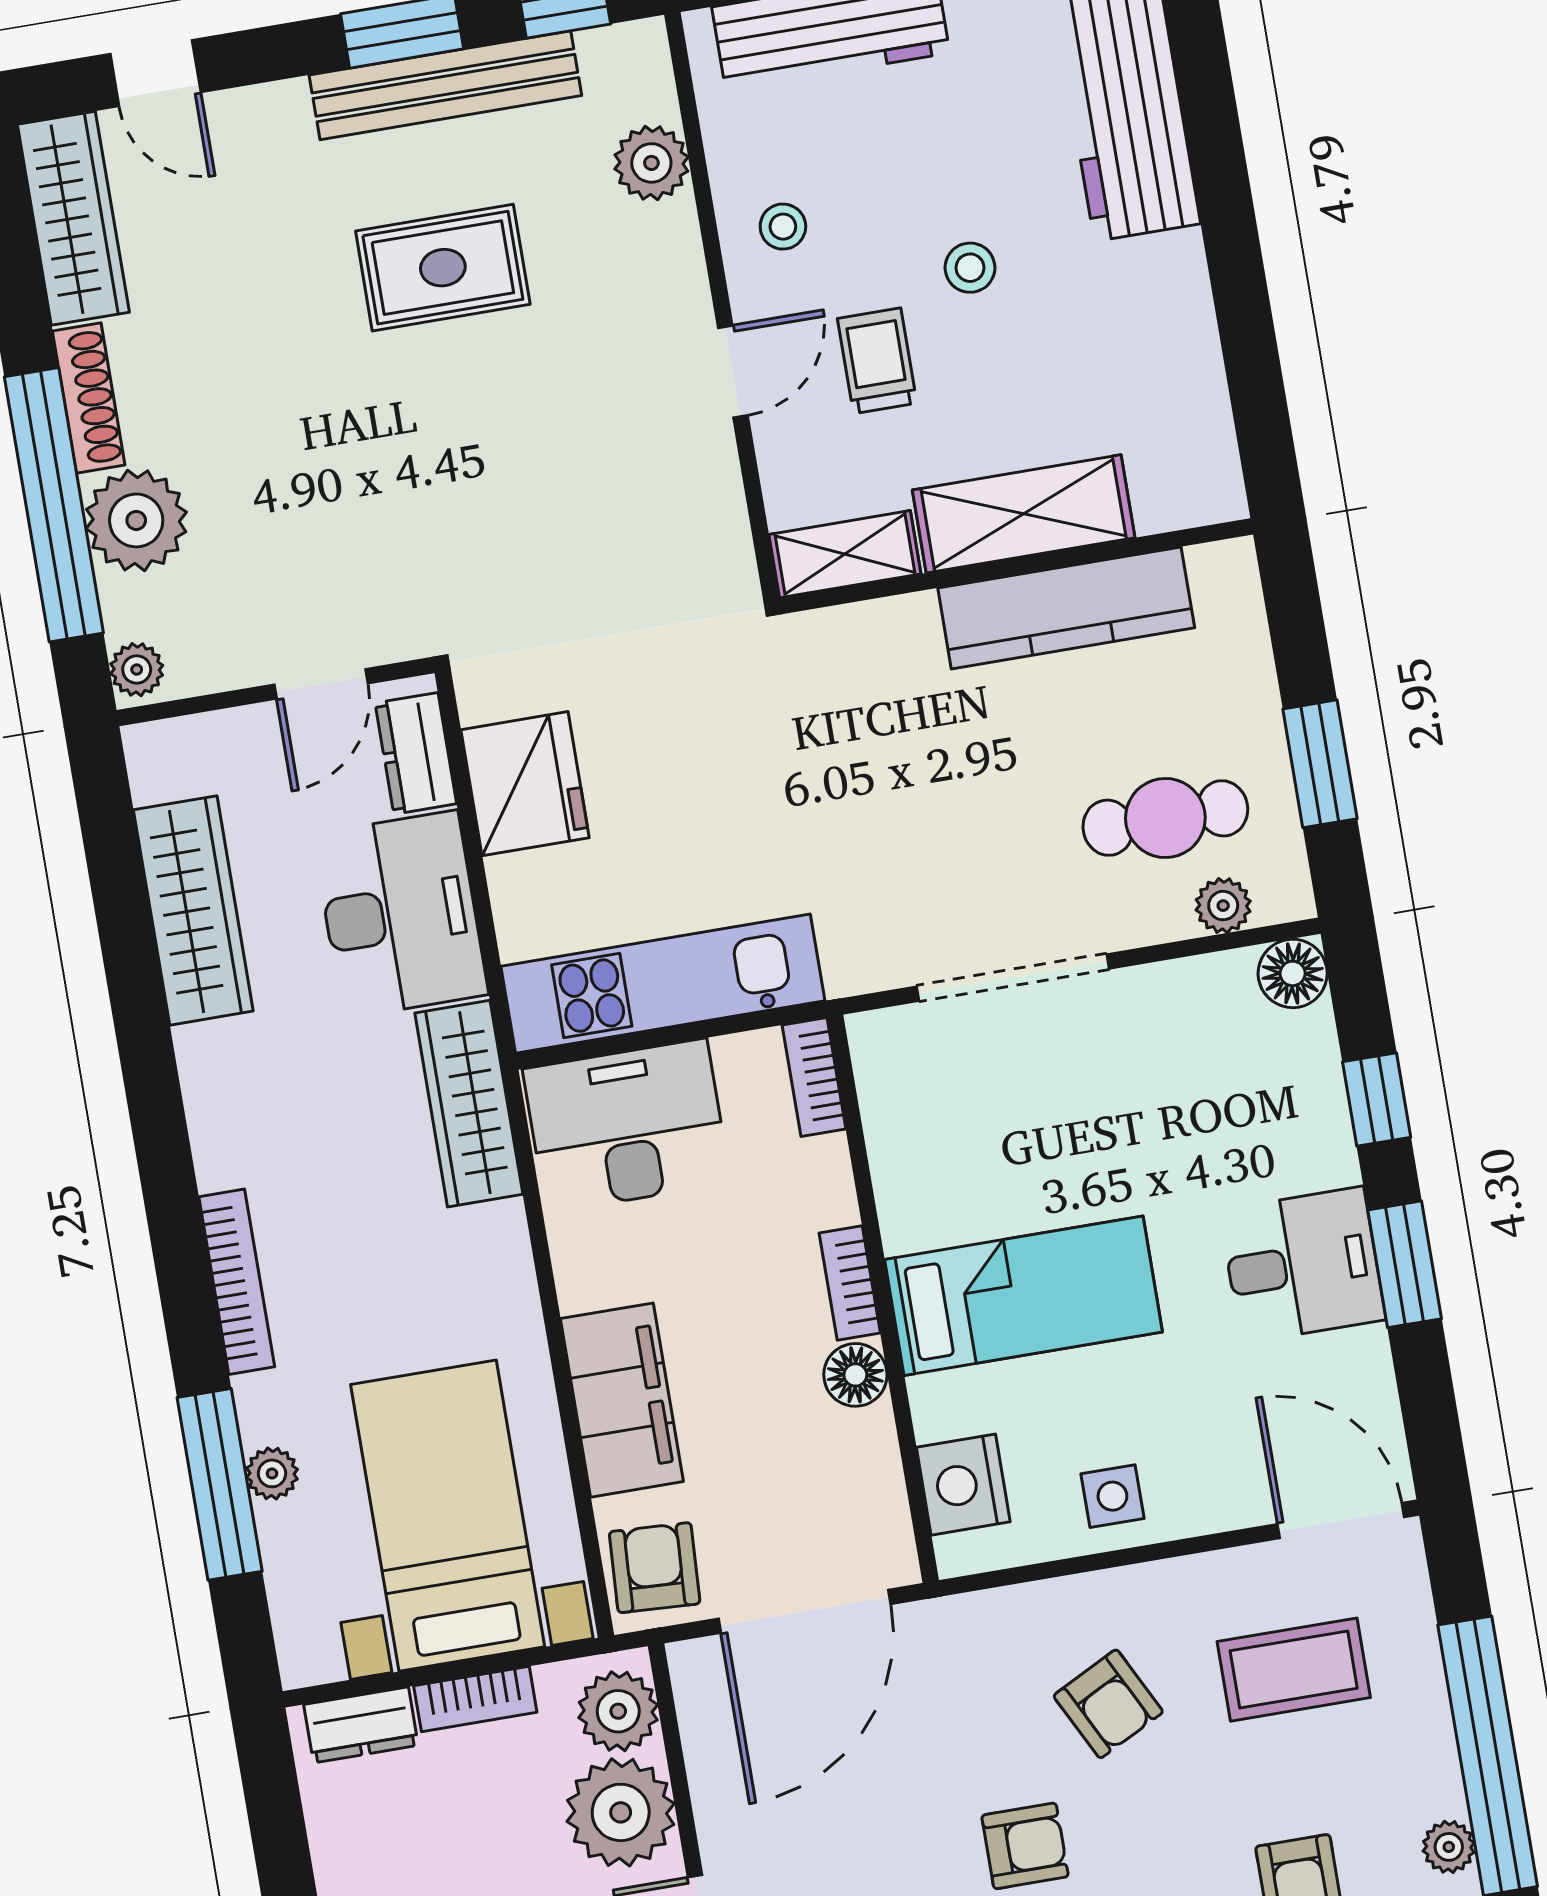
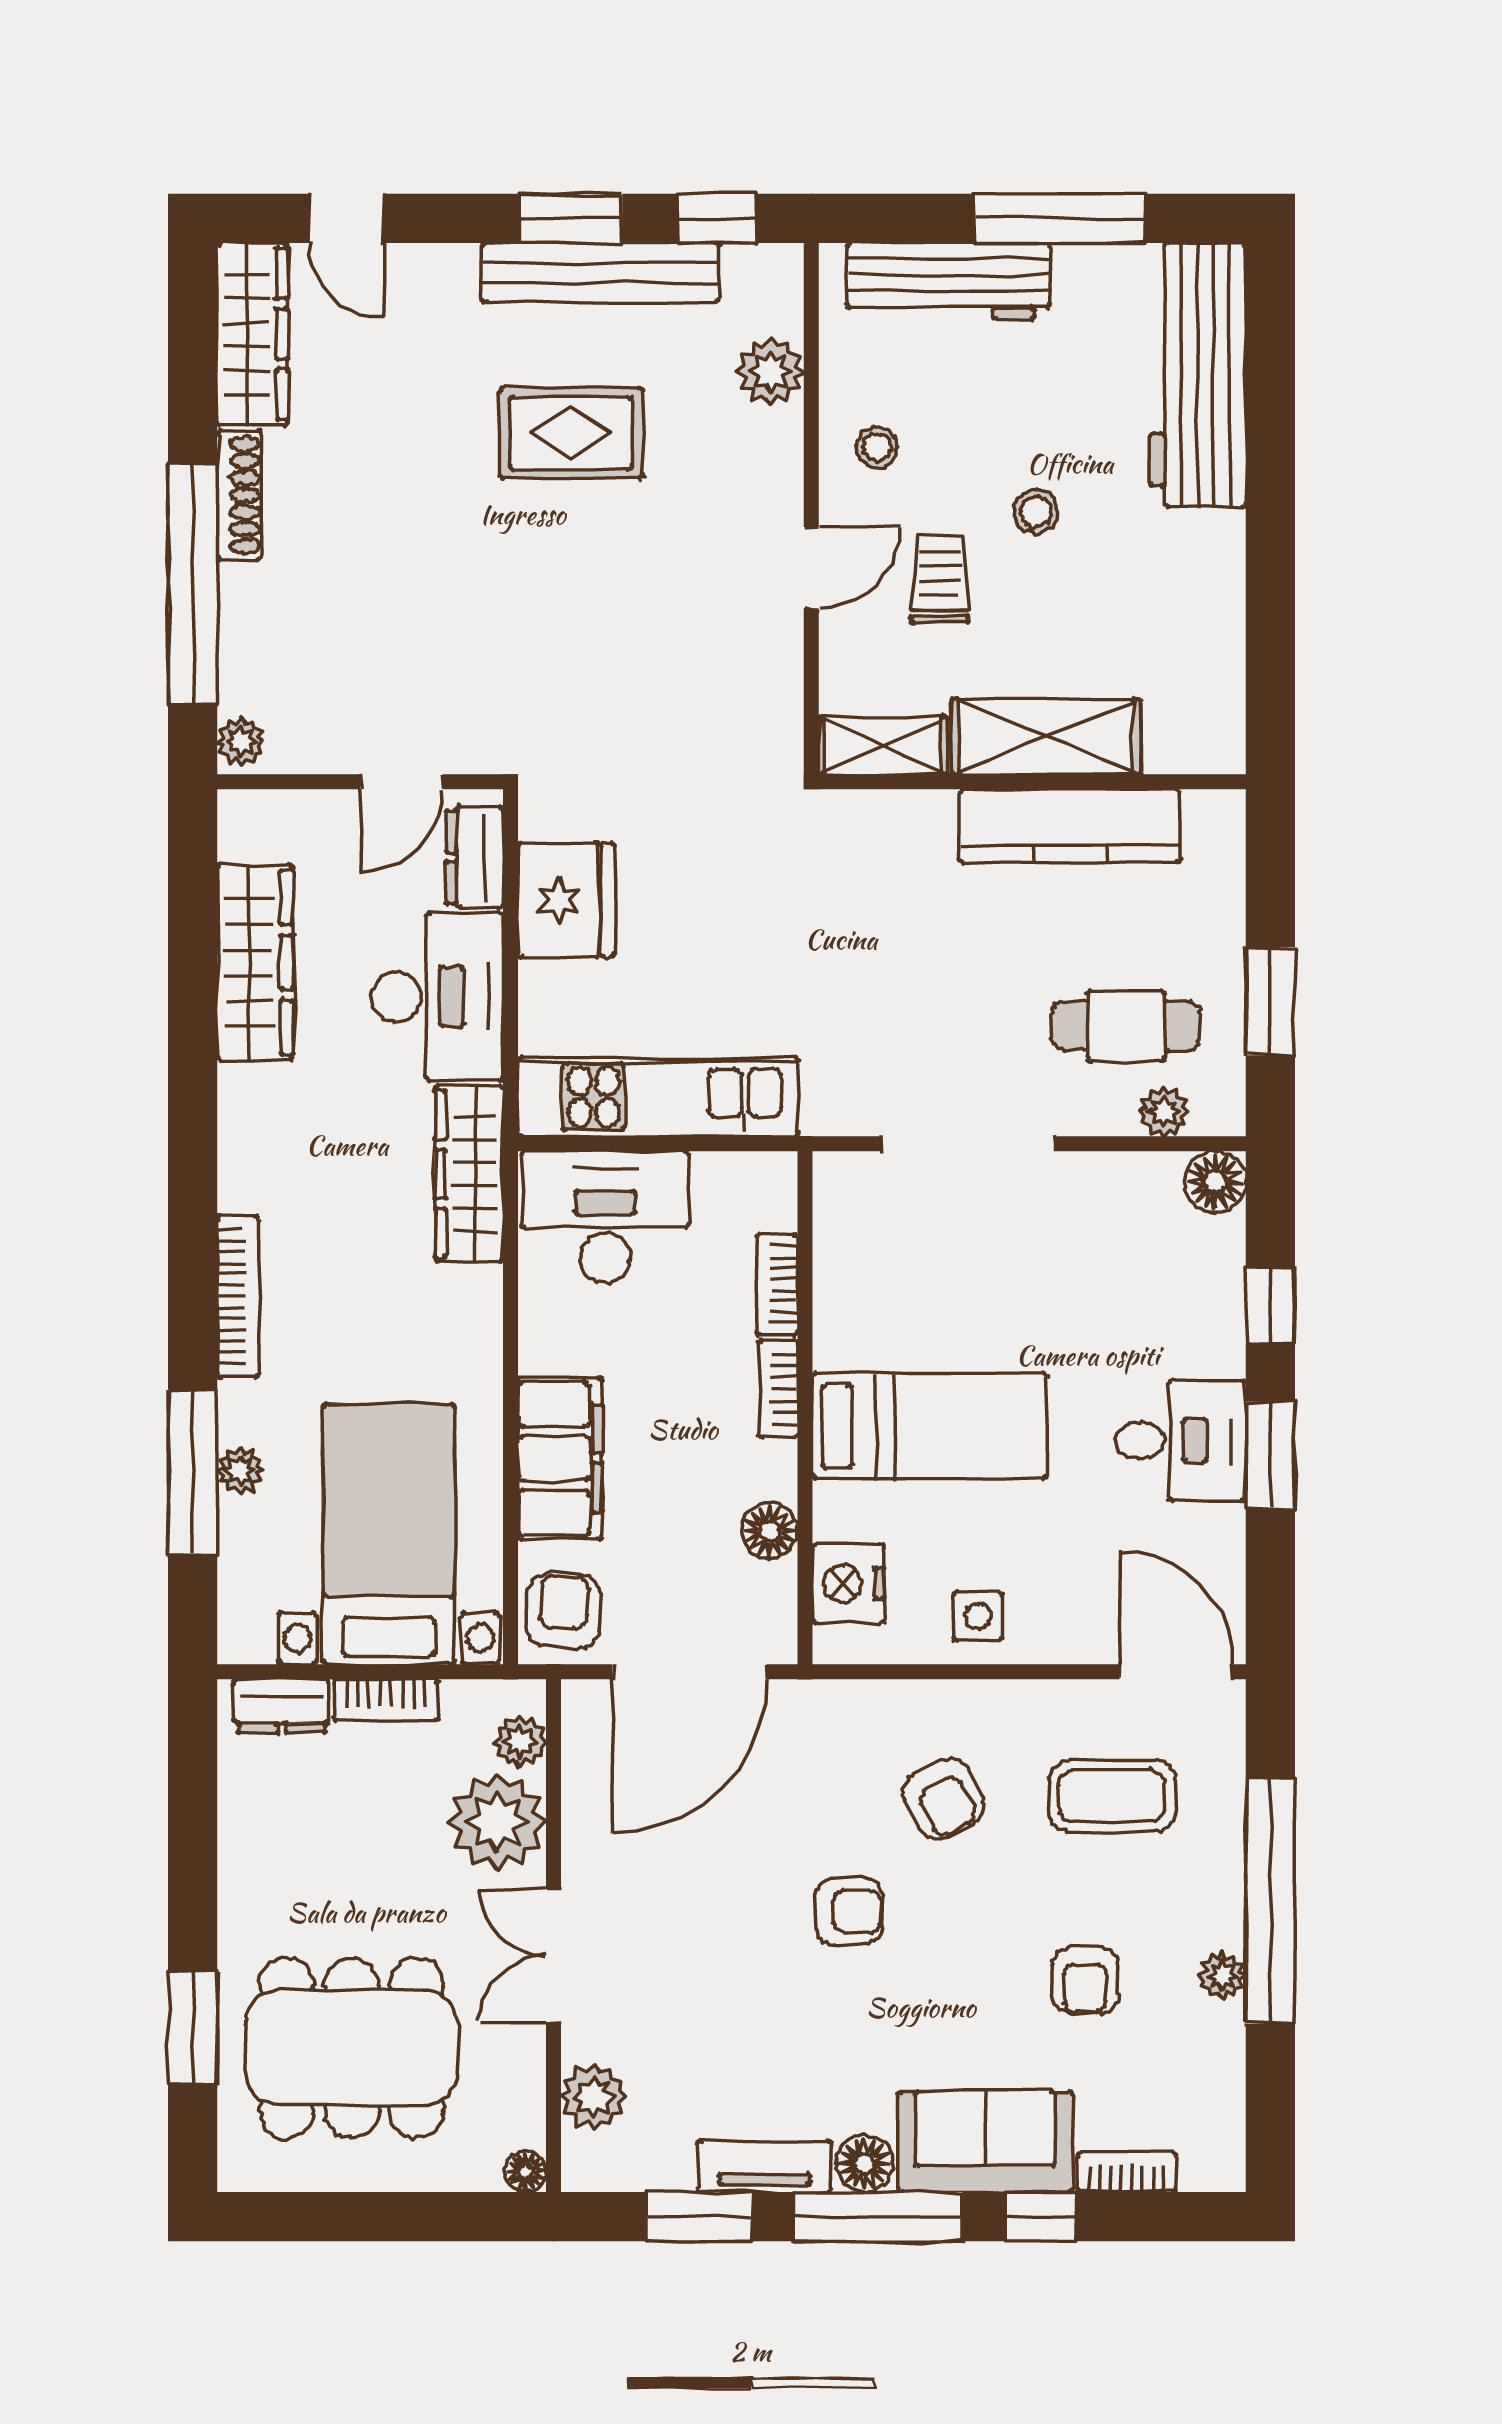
plant: (136, 520) -> (263, 610), removed
bookcase: (814, 1077) -> (777, 1285), moved
floor lamp: (855, 1375) -> (770, 1531), moved
plant: (618, 1711) -> (520, 1742), width x0.73, depth x0.73

